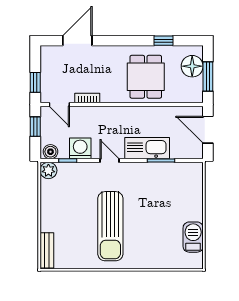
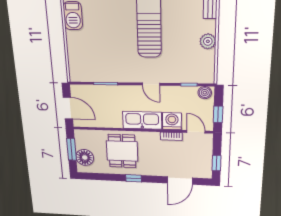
window: (163, 41) -> (133, 178), moved
window: (35, 82) -> (216, 163), moved
washing machine: (80, 148) -> (172, 121), moved, turned 180
kitchen sink: (147, 148) -> (142, 120), moved, turned 180
plant: (48, 170) -> (208, 41), moved

